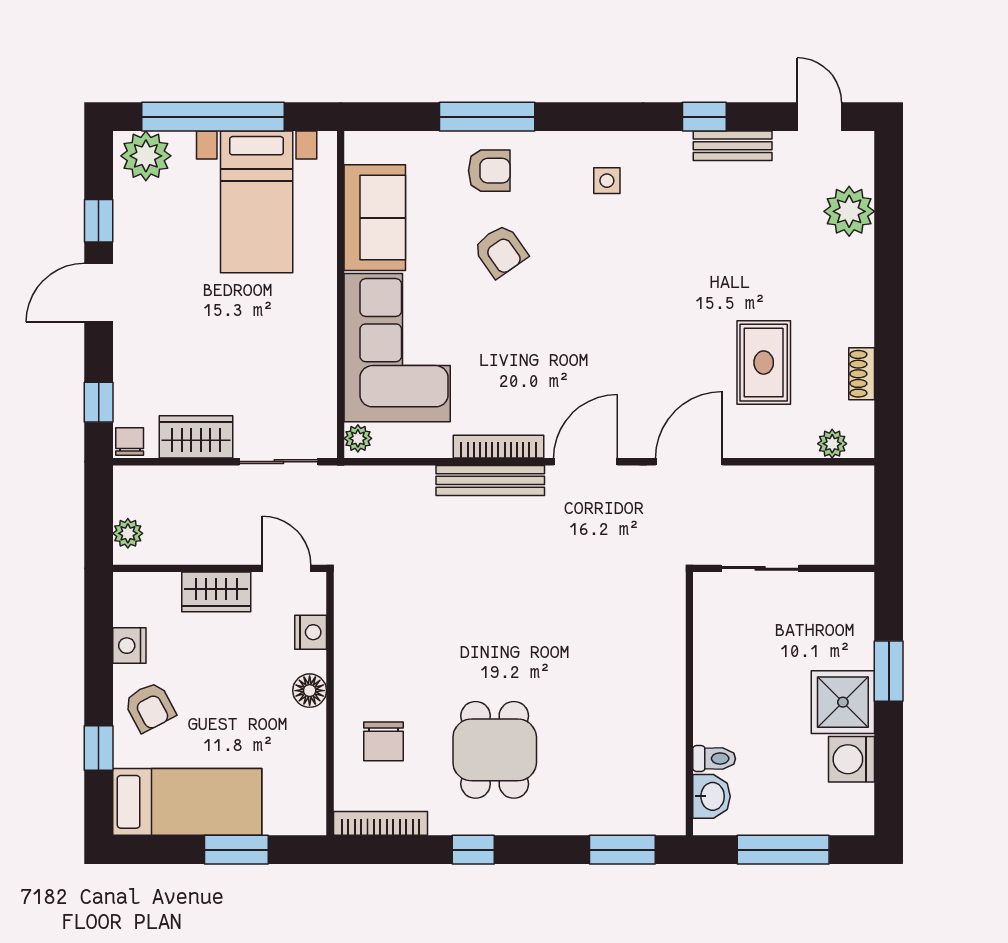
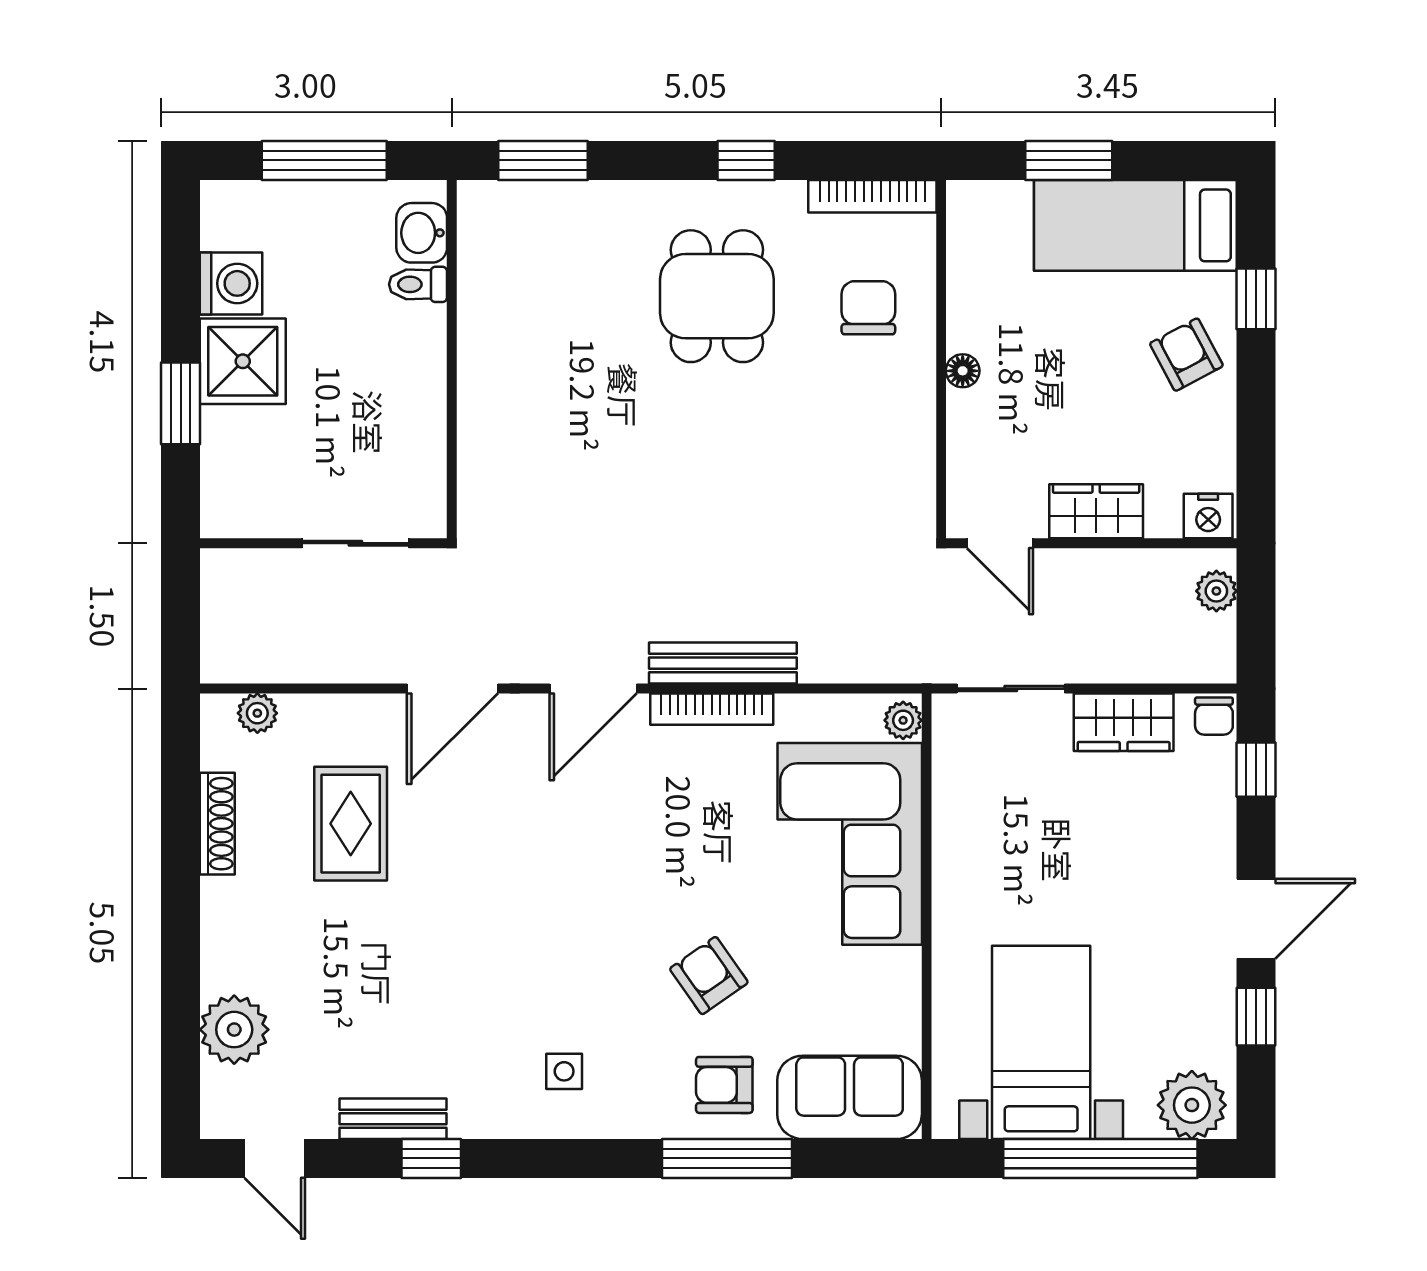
sofa: (375, 218) -> (850, 1097), moved, turned 90
shoe rack: (862, 374) -> (217, 824), width x1.43
nightstand: (311, 632) -> (967, 456), removed
nightstand: (129, 646) -> (1208, 516), moved, turned 90
floor lamp: (310, 691) -> (963, 371), width x0.73, depth x0.73

